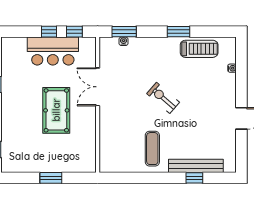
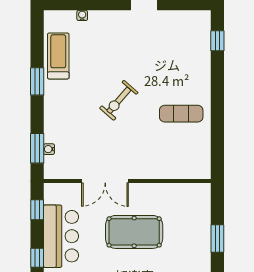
window: (49, 32) -> (37, 258), moved
bench: (196, 166) -> (203, 60), removed
window: (194, 178) -> (217, 41), moved

